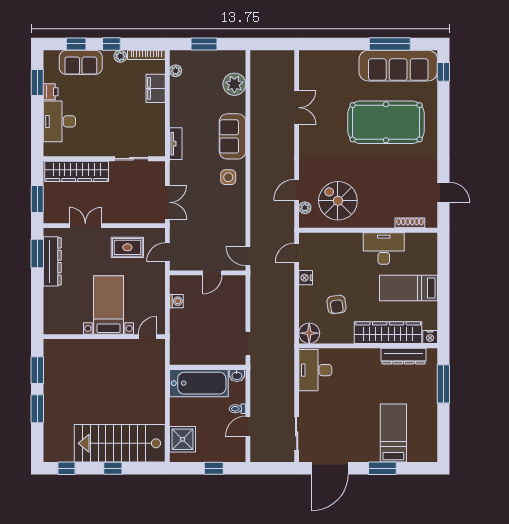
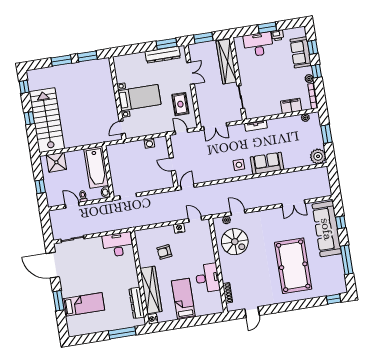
window: (335, 44) -> (341, 222), added
sofa: (398, 66) -> (327, 229), moved
window: (37, 82) -> (267, 28), moved
plant: (234, 84) -> (318, 156), moved
spiral stairs: (338, 201) -> (235, 242), turned 90
floor lamp: (309, 333) -> (142, 237), removed
door: (147, 337) -> (122, 127), swing flipped

